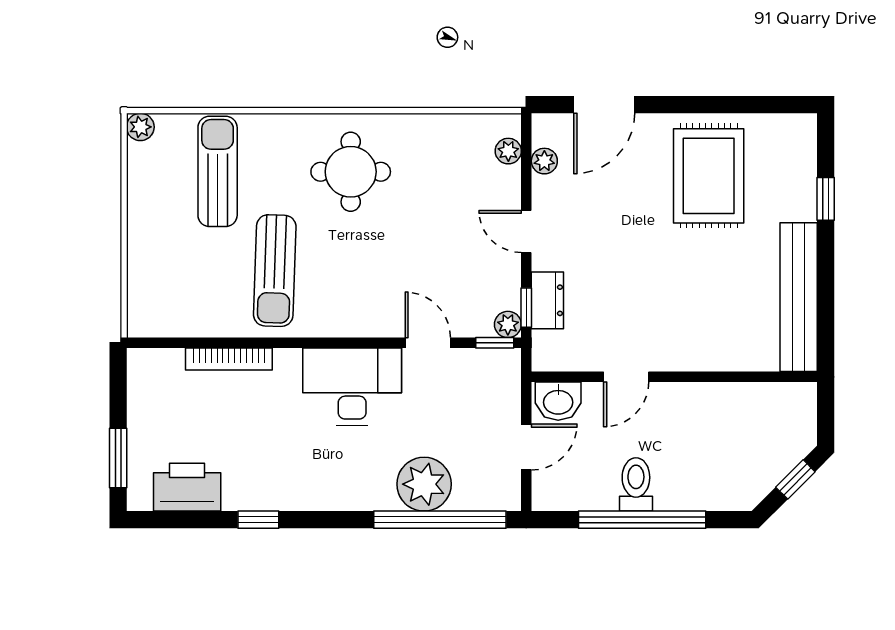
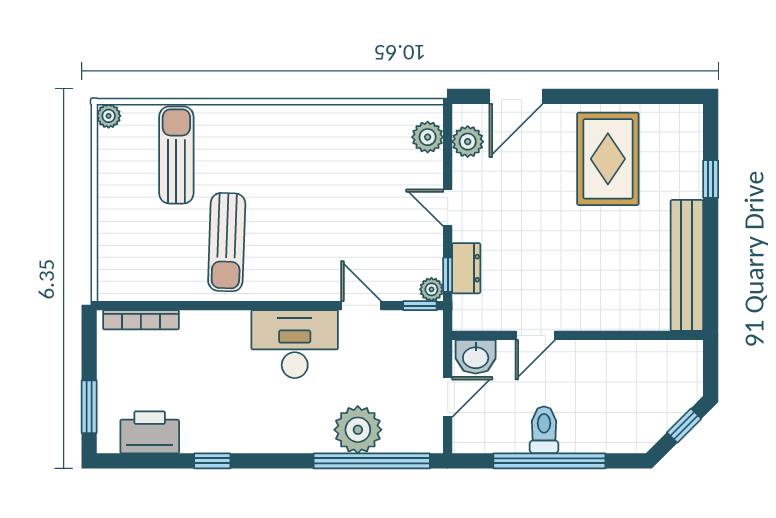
plant: (508, 151) -> (428, 137), width x1.38, depth x1.38
plant: (544, 161) -> (468, 142), width x1.38, depth x1.38
round table: (351, 172) -> (293, 155), removed
bookcase: (229, 359) -> (141, 320), moved

